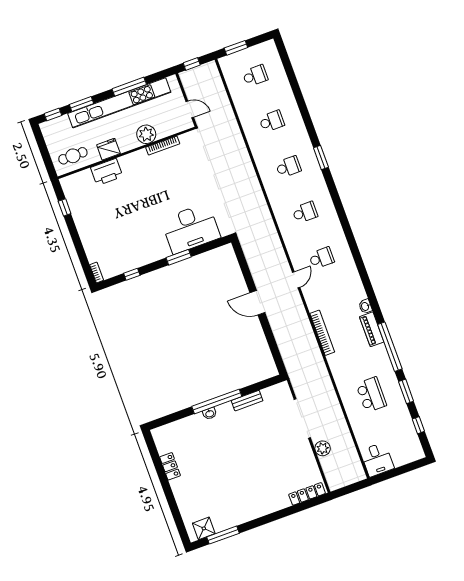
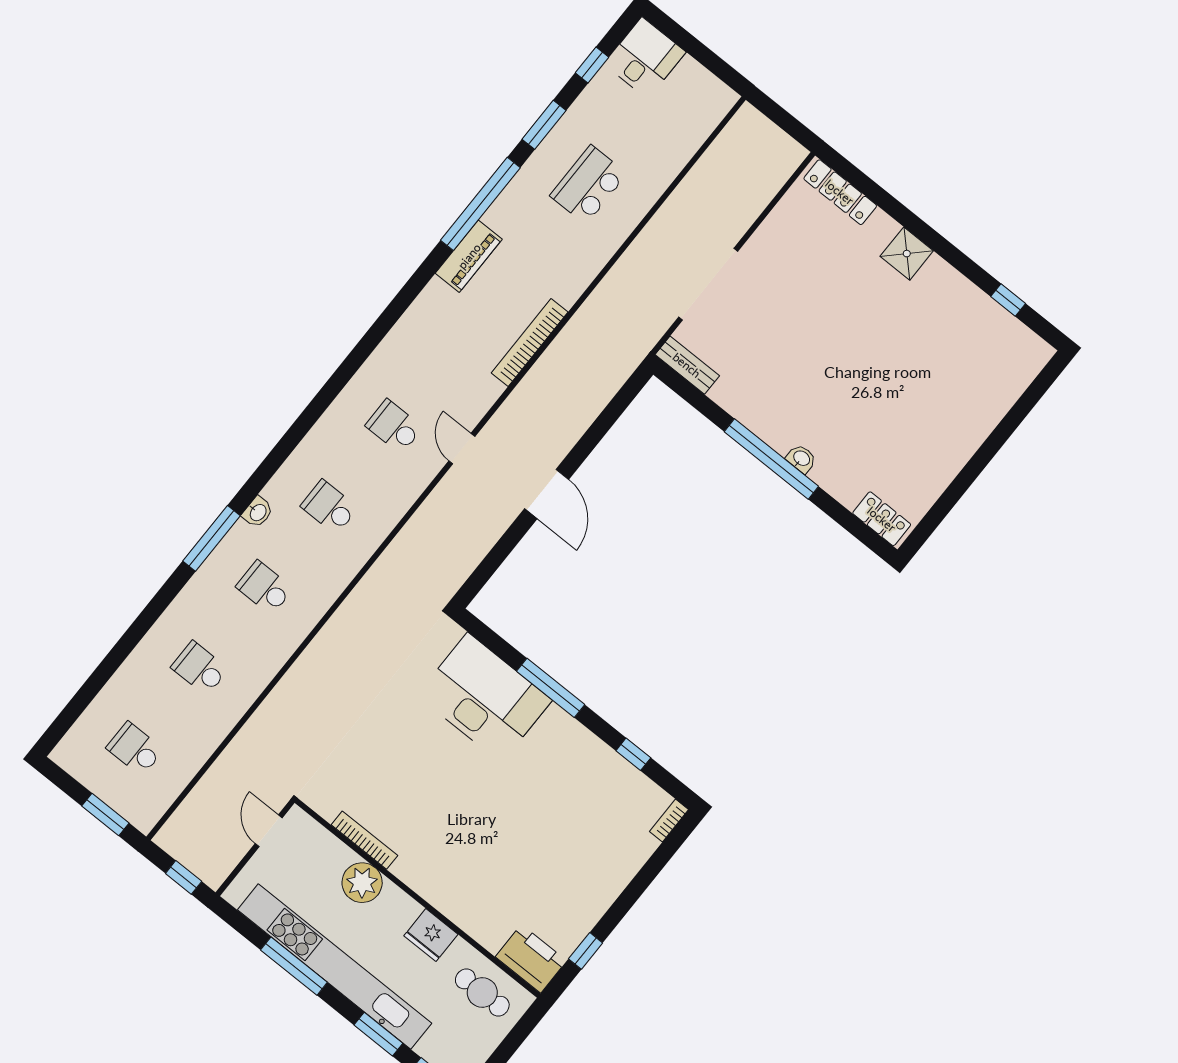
window: (321, 158) -> (211, 538), width x1.44
printer: (107, 172) -> (531, 959), moved
window: (179, 257) -> (551, 688), width x1.44
door: (296, 280) -> (462, 449), hinge flipped
washbasin: (365, 306) -> (258, 512), moved
bench: (247, 401) -> (687, 365), moved
plant: (323, 448) -> (740, 214), removed
desk: (377, 459) -> (645, 58), moved
locker: (170, 466) -> (882, 519), moved, turned 90
shower: (204, 528) -> (907, 254), moved
window: (223, 535) -> (1008, 300), width x0.46

